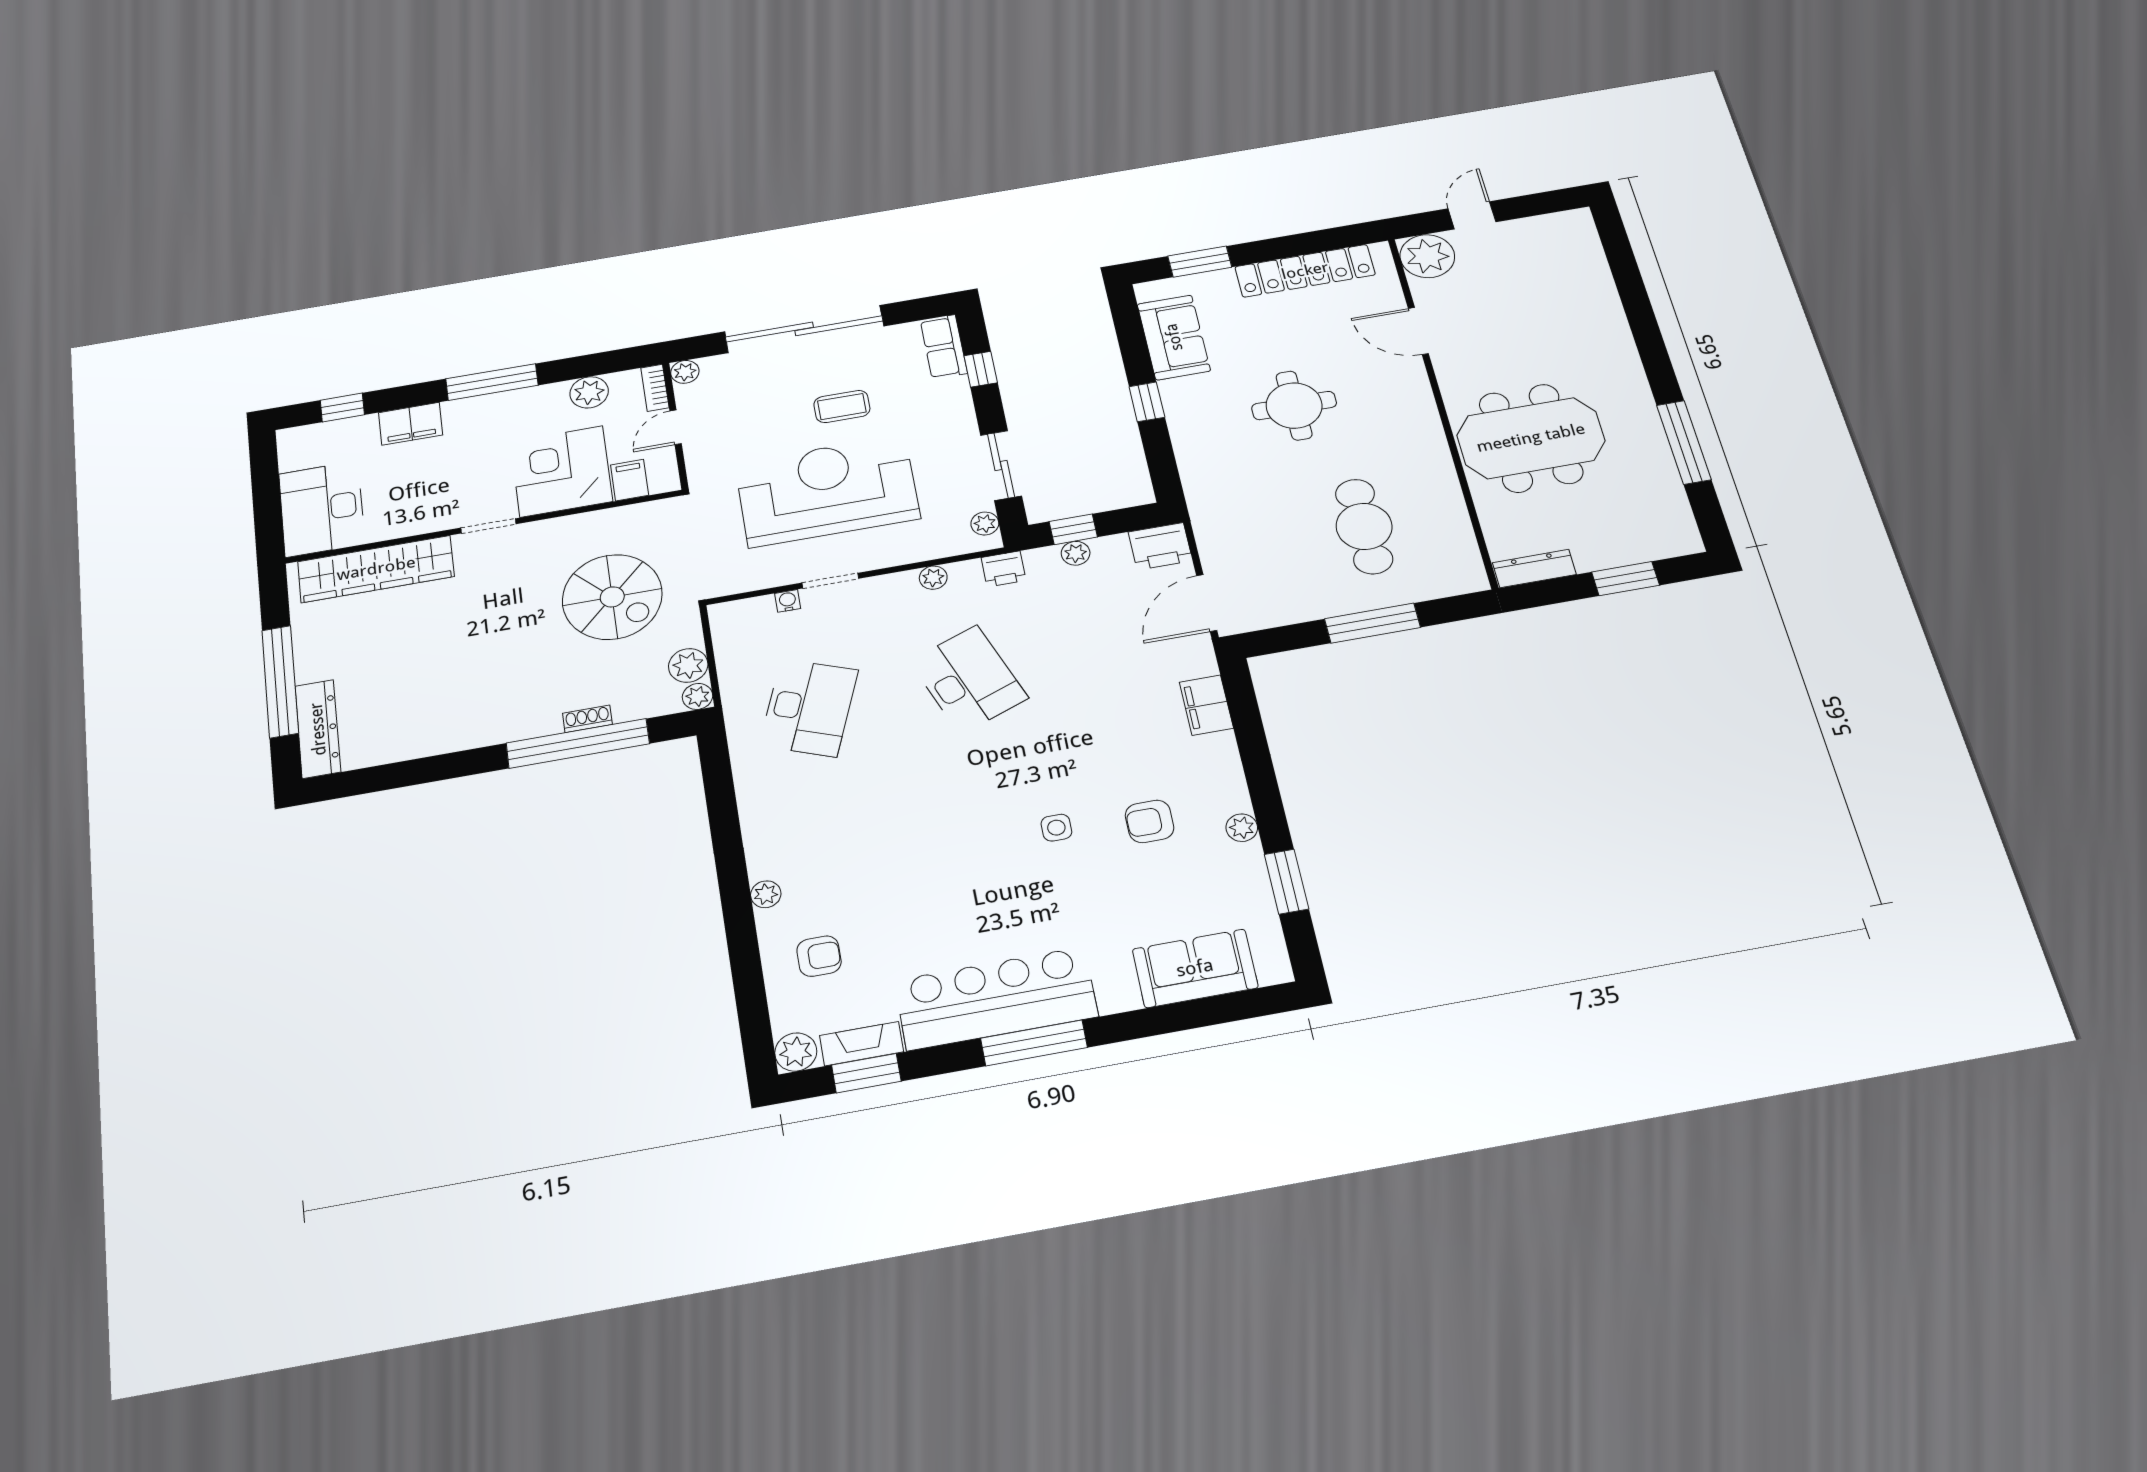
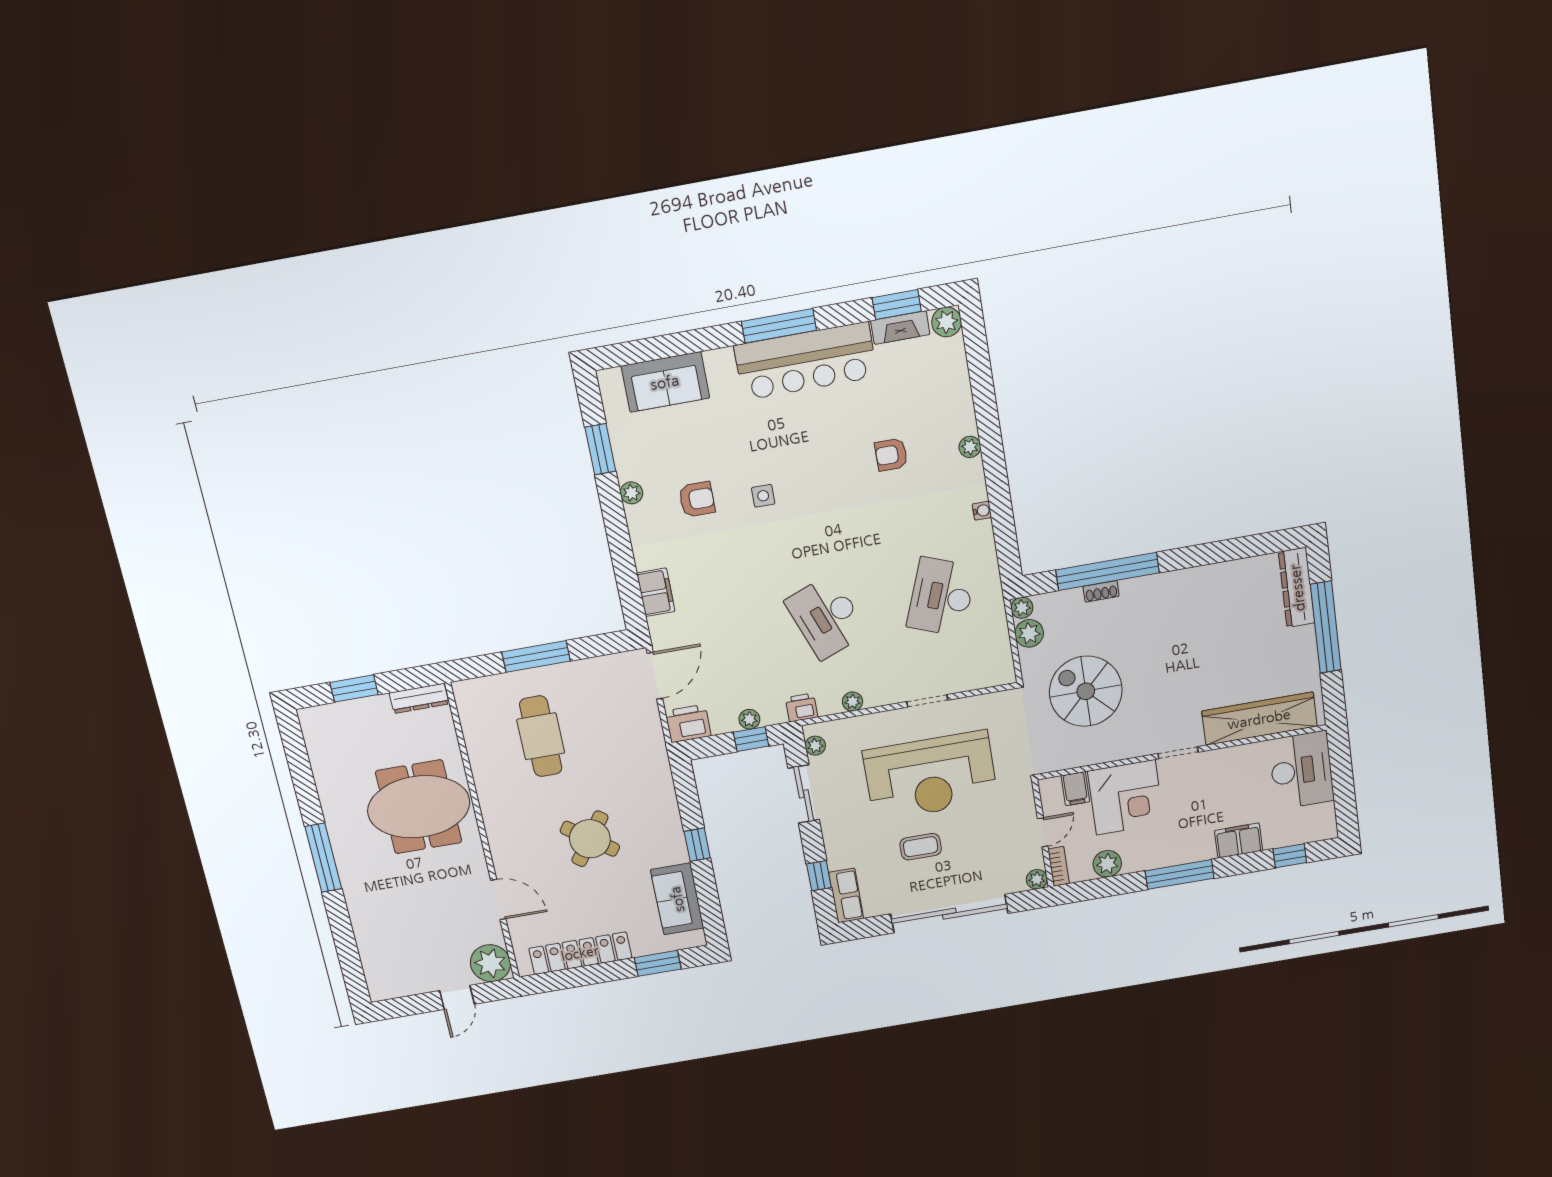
round table: (1294, 406) -> (590, 839), turned 36
window: (1684, 442) -> (323, 858), moved
water cooler: (788, 601) -> (982, 511), moved, turned -90
armchair: (819, 956) -> (891, 455), moved

